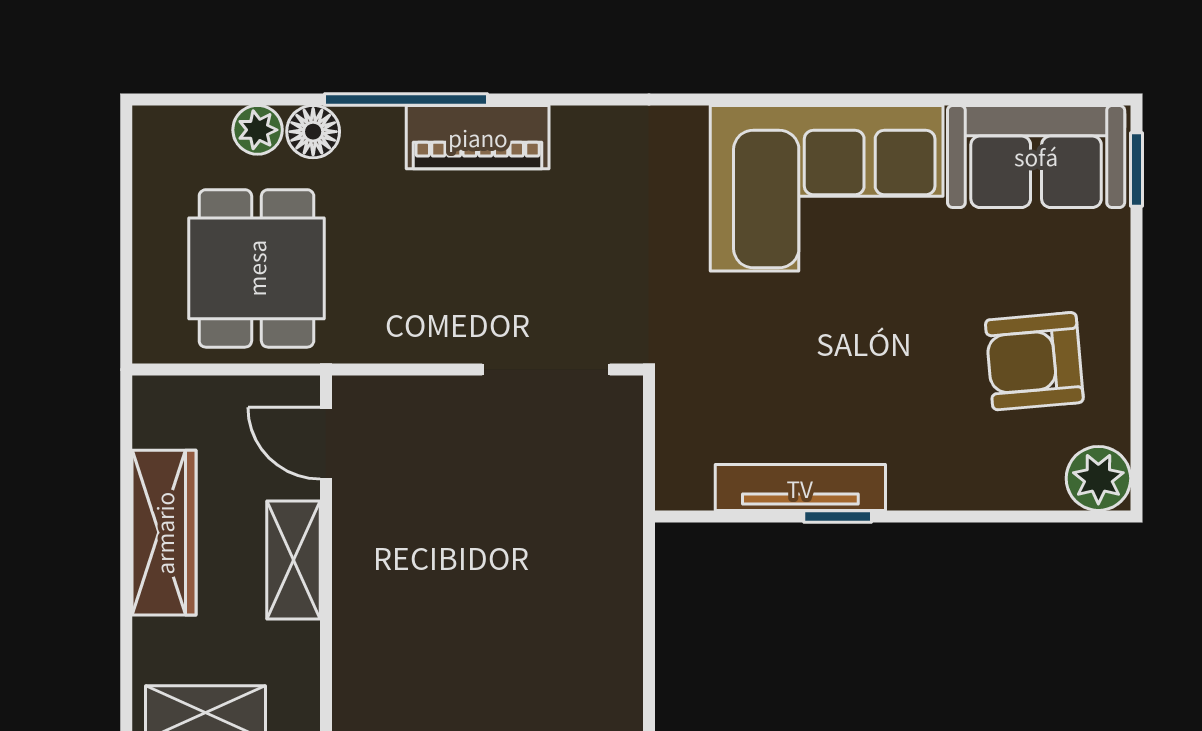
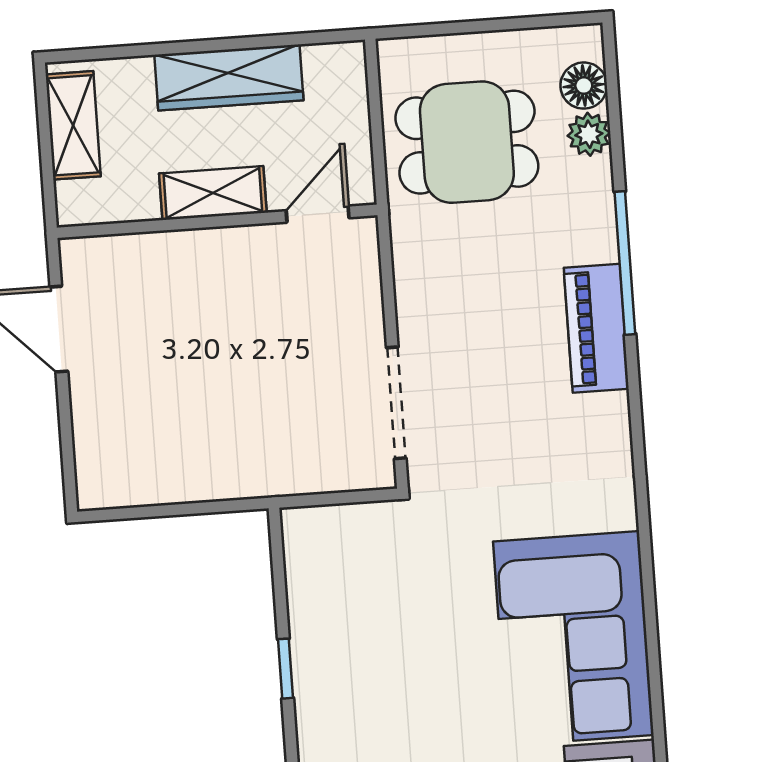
floor lamp: (313, 132) -> (584, 86), moved
tv unit: (800, 488) -> (309, 634), removed

